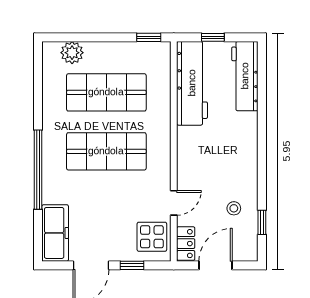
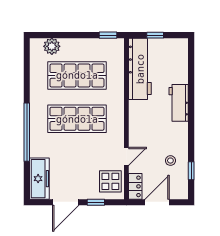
workbench: (245, 76) -> (179, 103), moved, width x0.73

